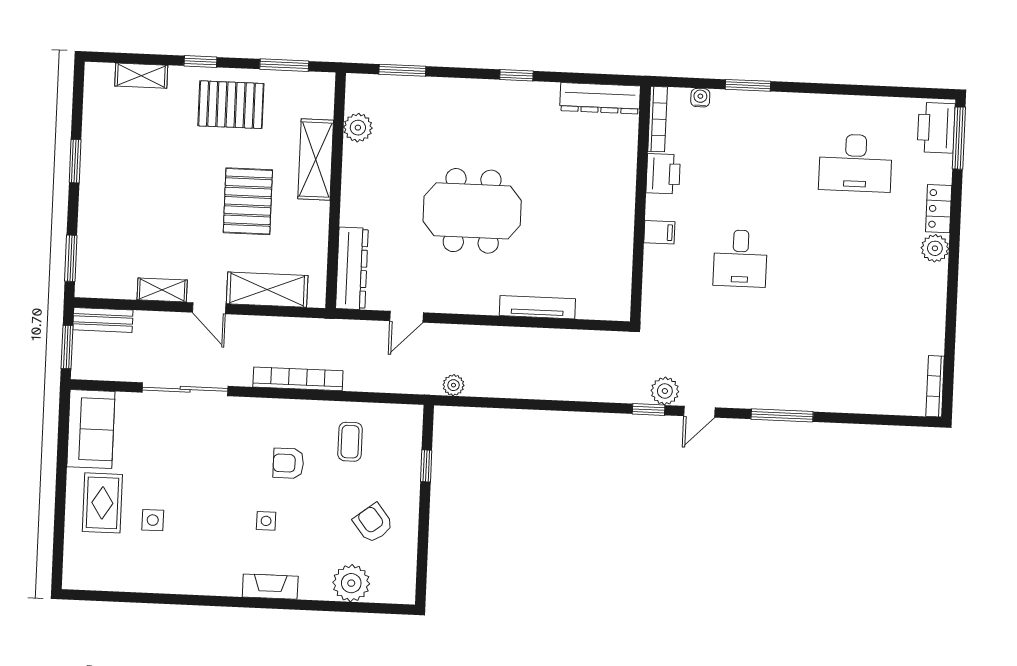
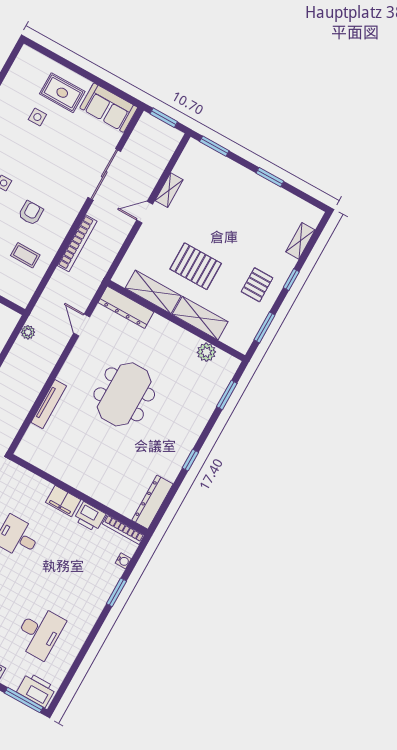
pallet: (231, 105) -> (257, 285), width x0.67, depth x0.71
desk: (855, 163) -> (40, 632), turned 180
filing cabinet: (659, 232) -> (63, 501), width x2.00
shelving: (267, 290) -> (153, 292), moved, turned 90
bench: (103, 320) -> (169, 147), removed

